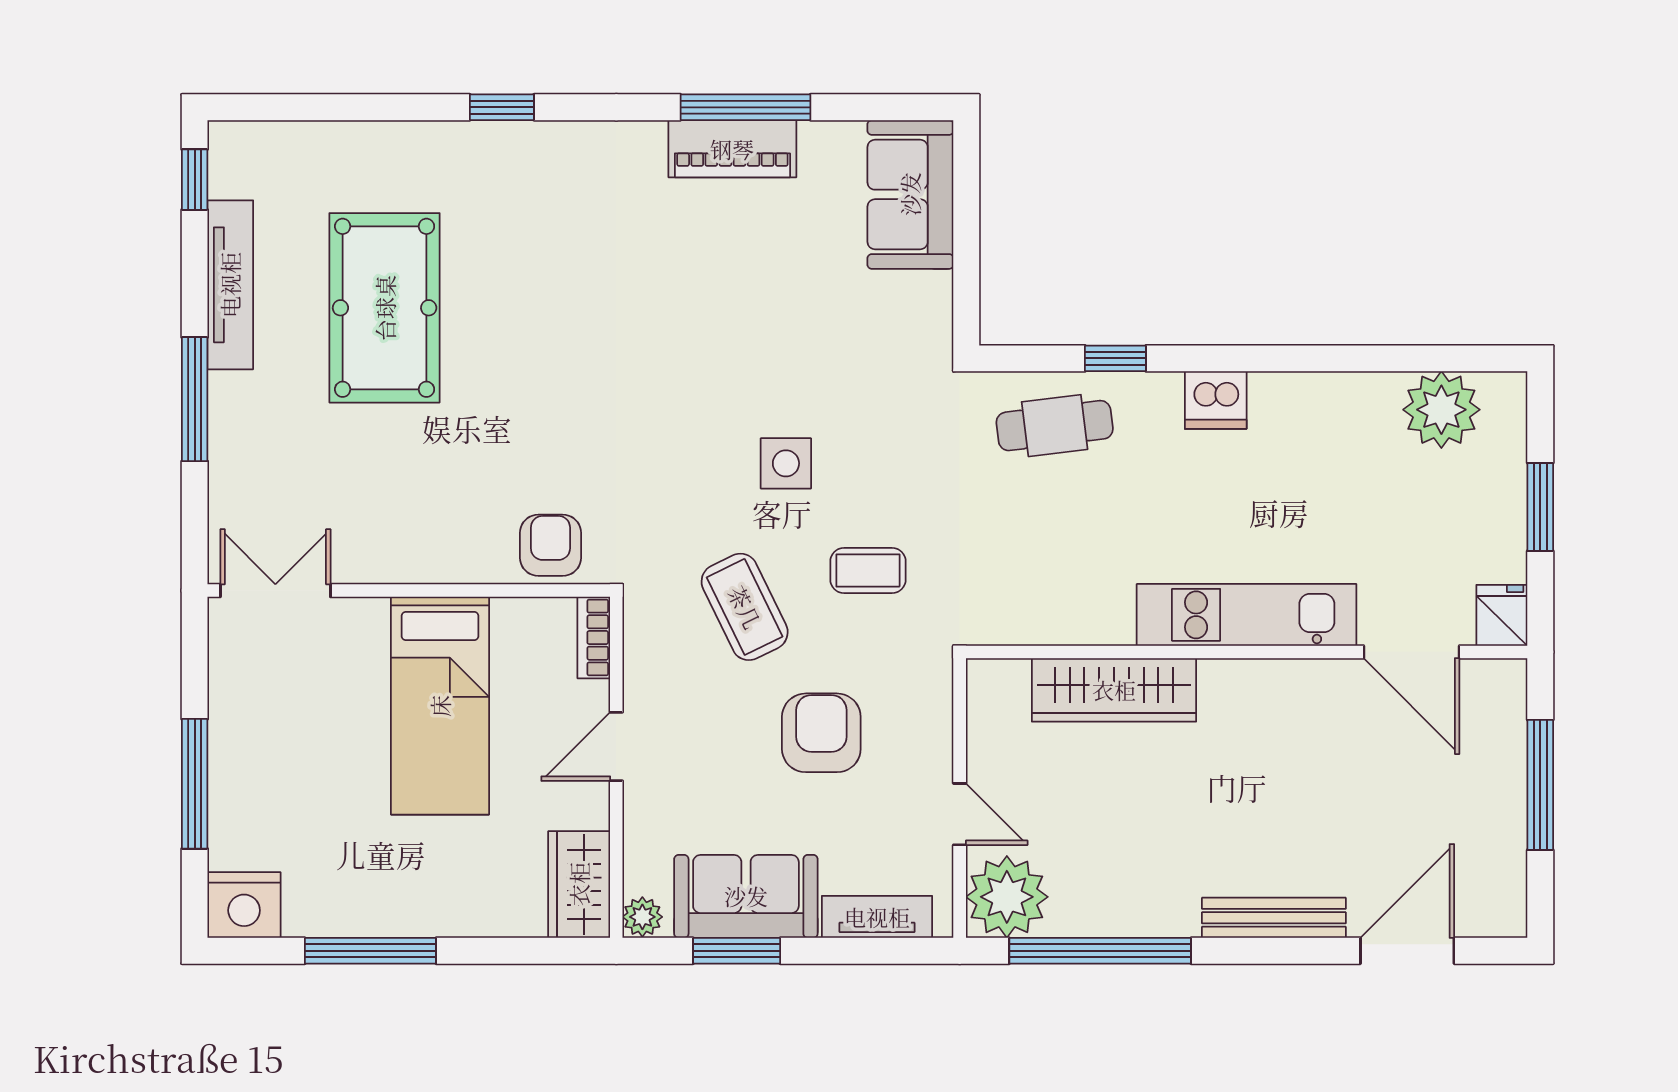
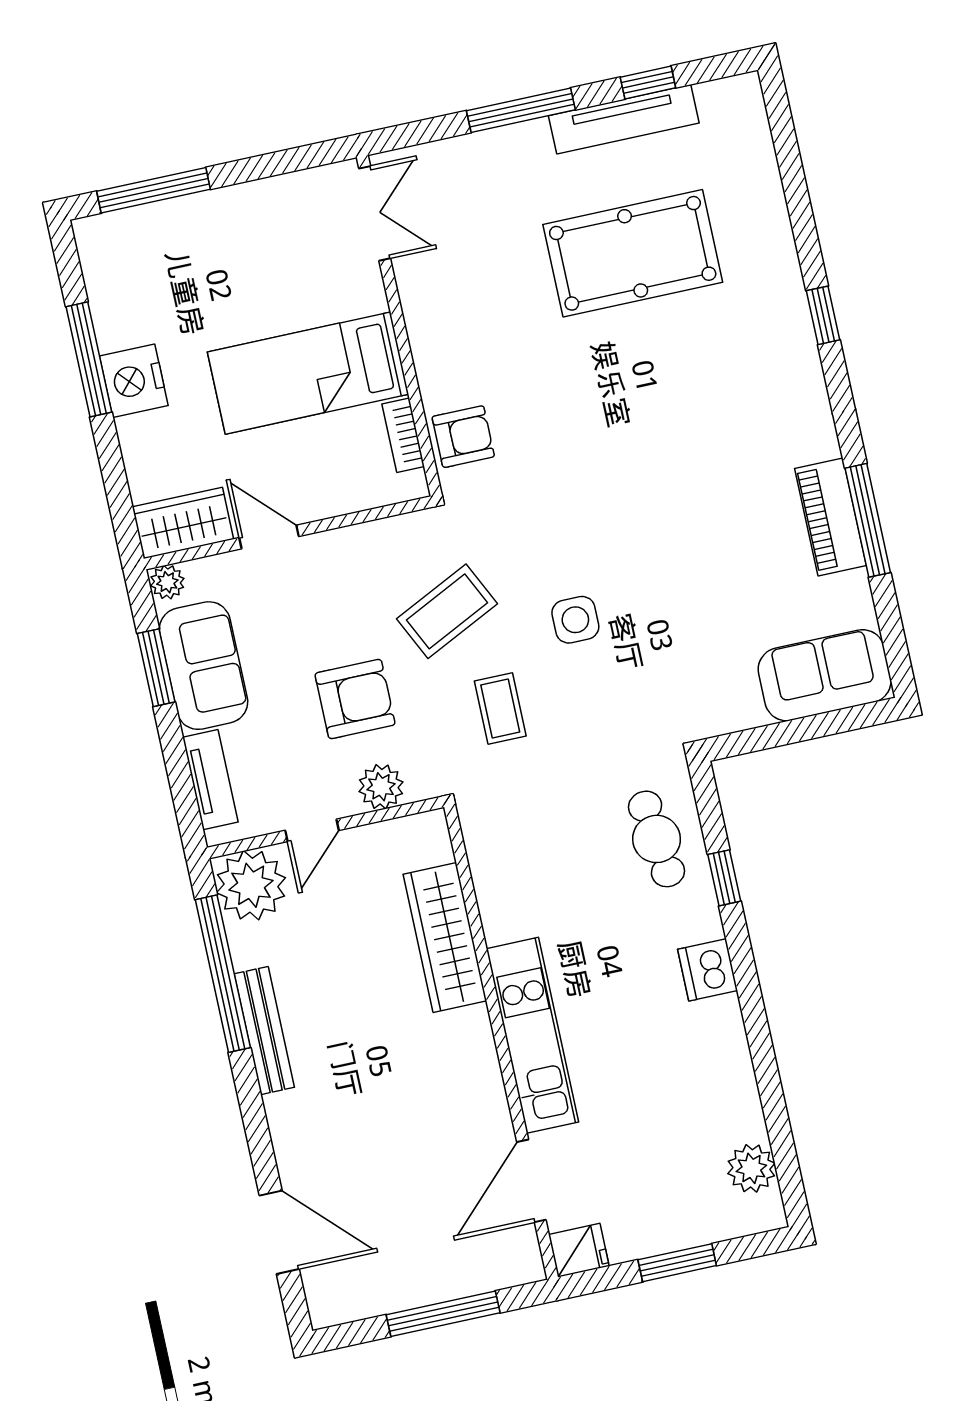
window: (195, 180) -> (648, 82), moved
plant: (1441, 410) -> (751, 1168), width x0.73, depth x0.73
bookcase: (594, 638) -> (403, 435), moved, turned -90
plant: (927, 725) -> (381, 787), added
door: (616, 747) -> (269, 537), moved
window: (195, 784) -> (153, 190), moved
nightstand: (244, 905) -> (134, 381), moved
bench: (1274, 918) -> (264, 1031), moved

